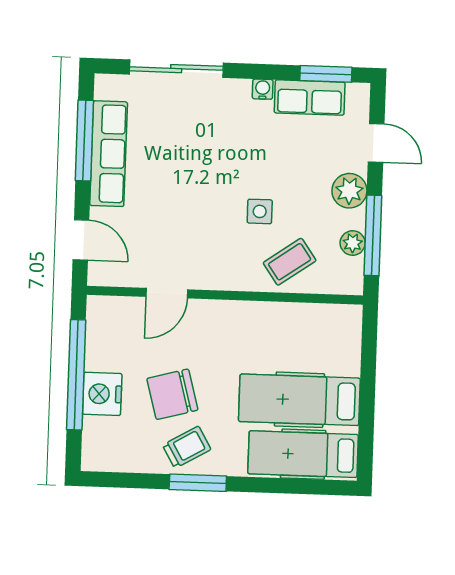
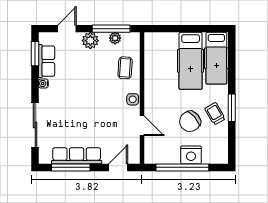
side table: (260, 211) -> (133, 99), moved
coffee table: (290, 262) -> (125, 68), turned 39
chair: (172, 394) -> (190, 121), turned 64

